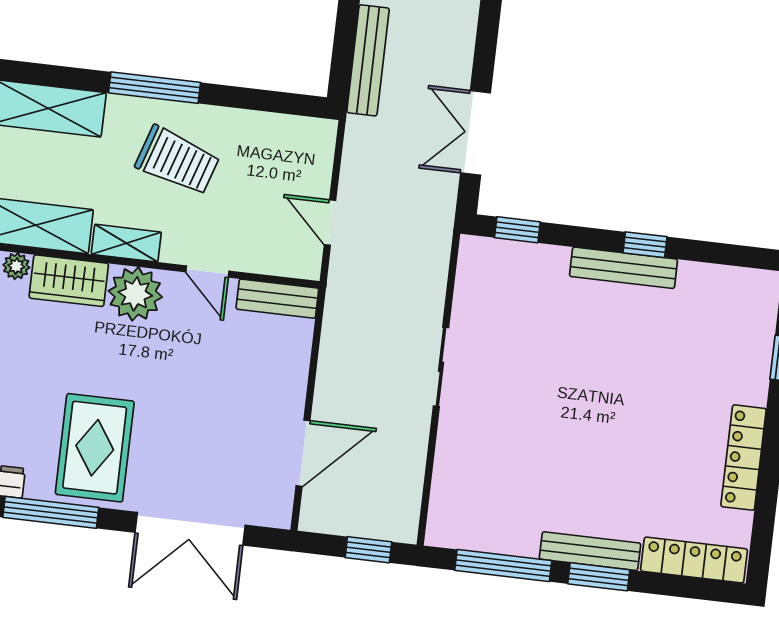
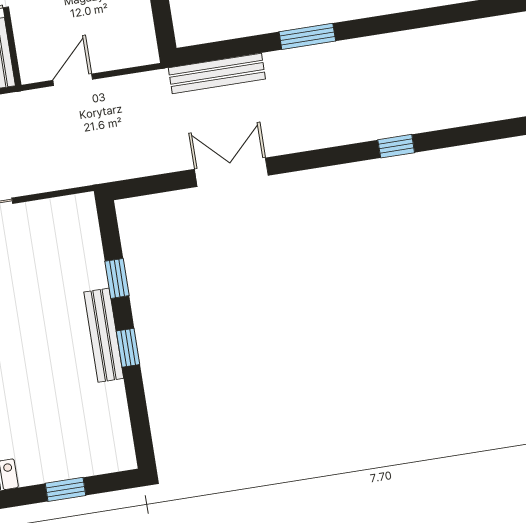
double door: (476, 133) -> (231, 172), moved
window: (517, 230) -> (117, 278), moved

